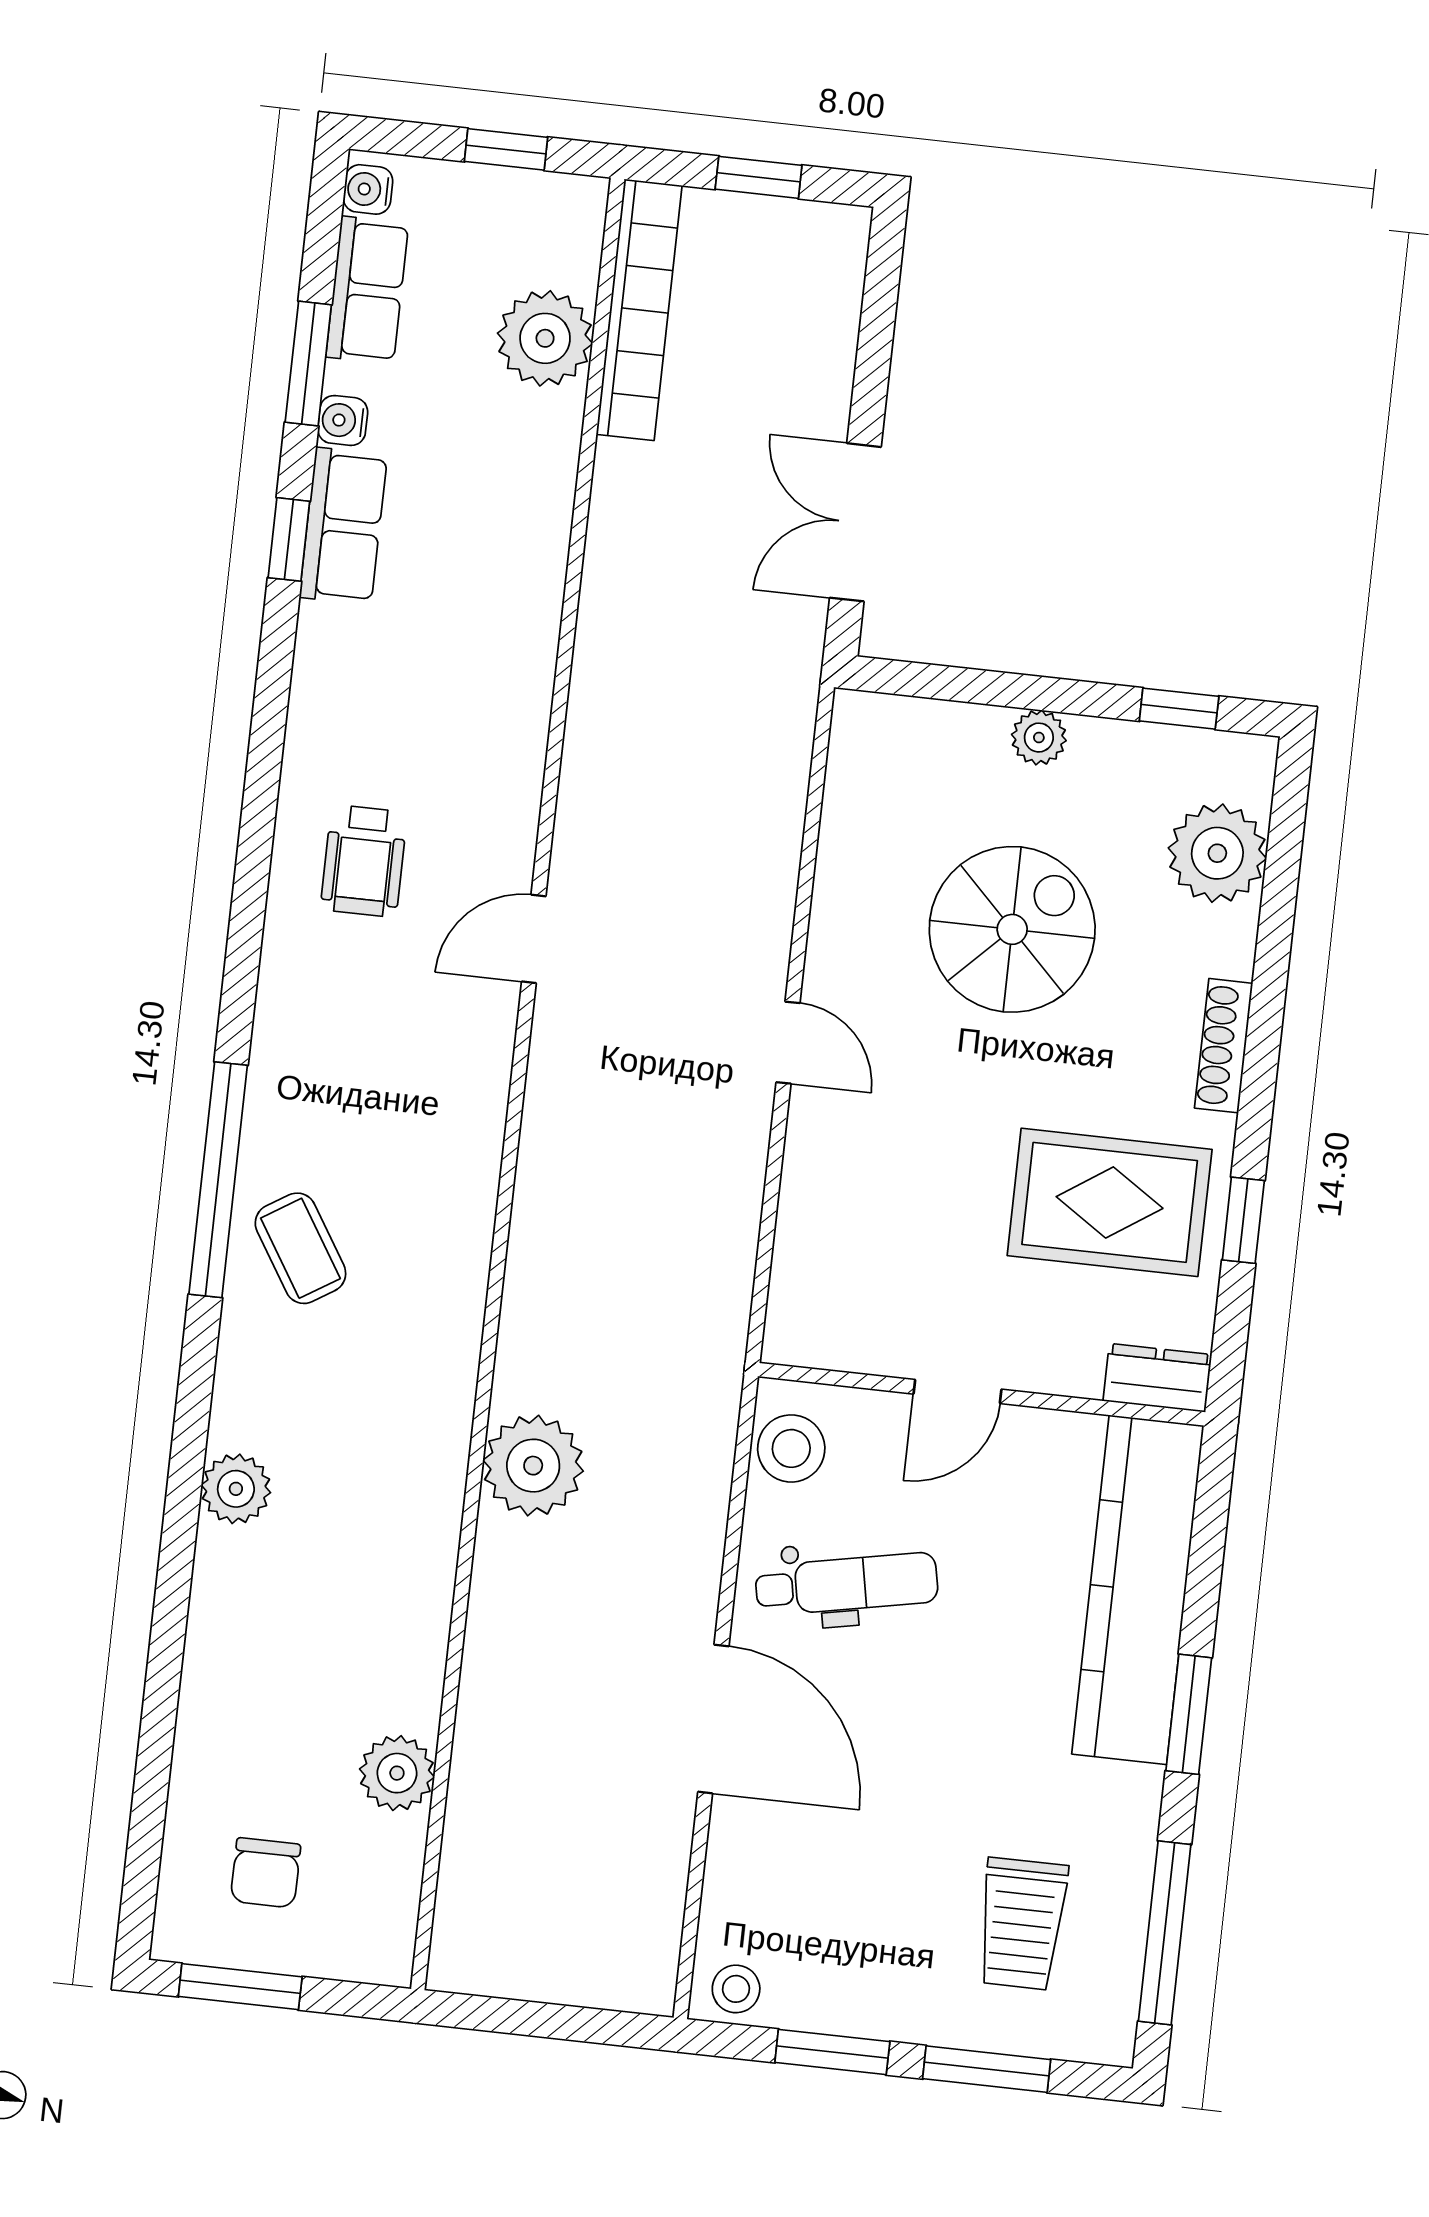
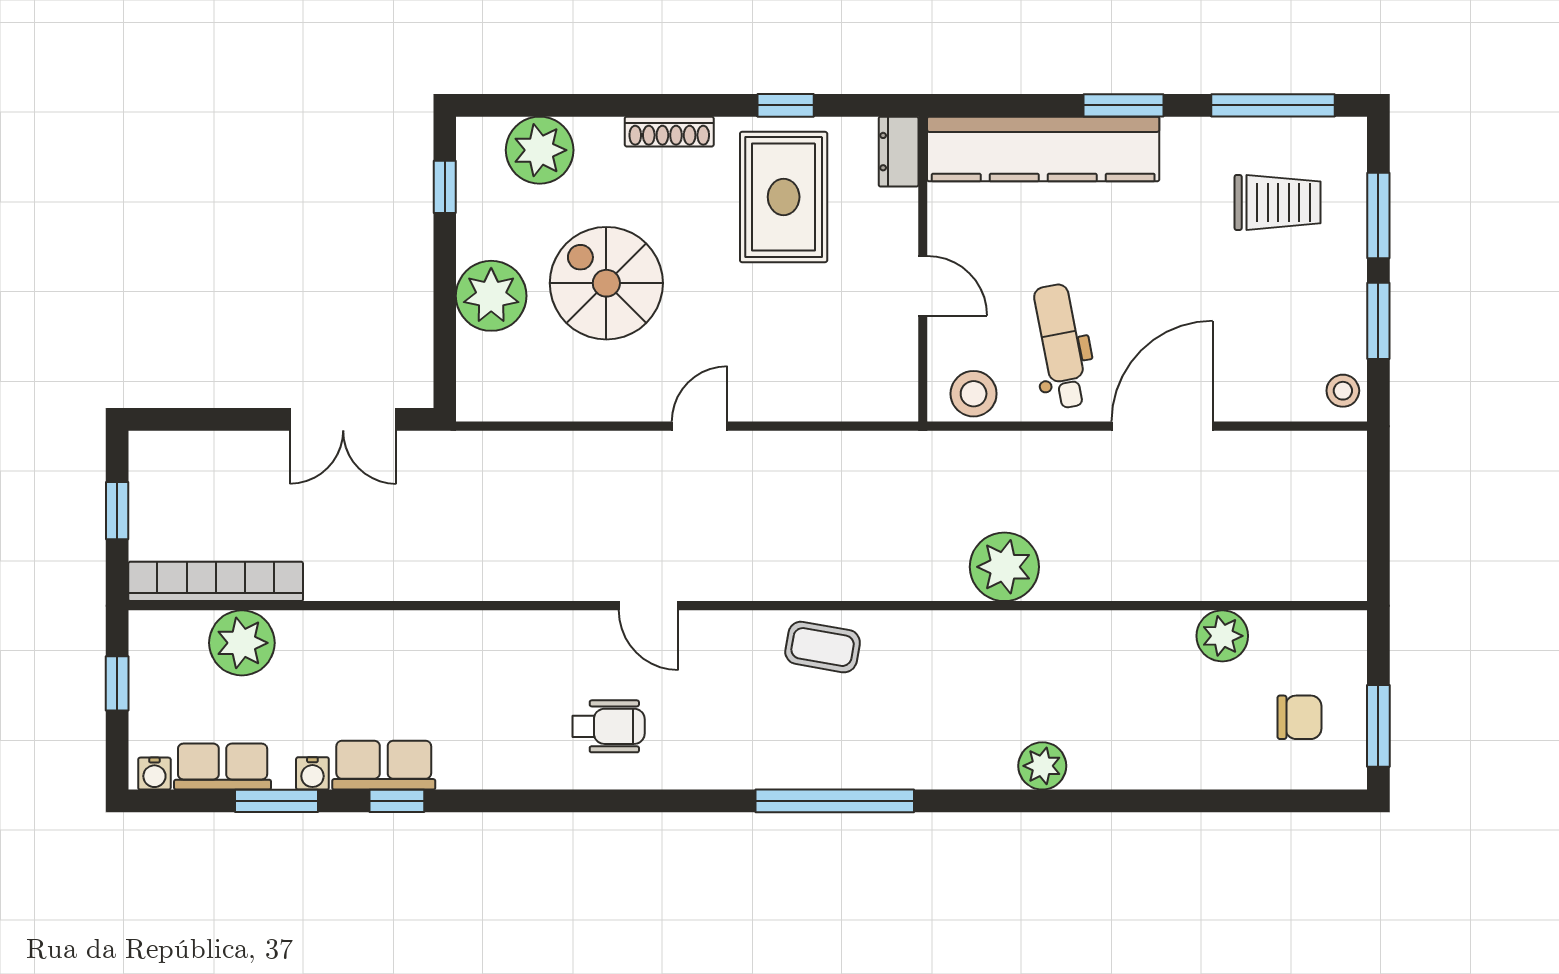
plant: (1039, 738) -> (491, 296), width x1.88, depth x1.88
coffee table: (300, 1248) -> (823, 647), moved, turned 42

